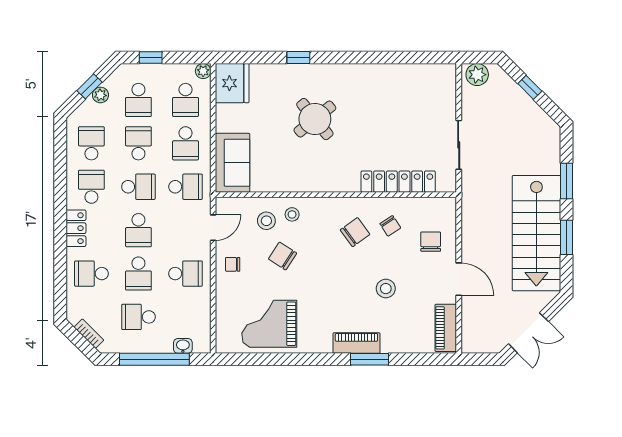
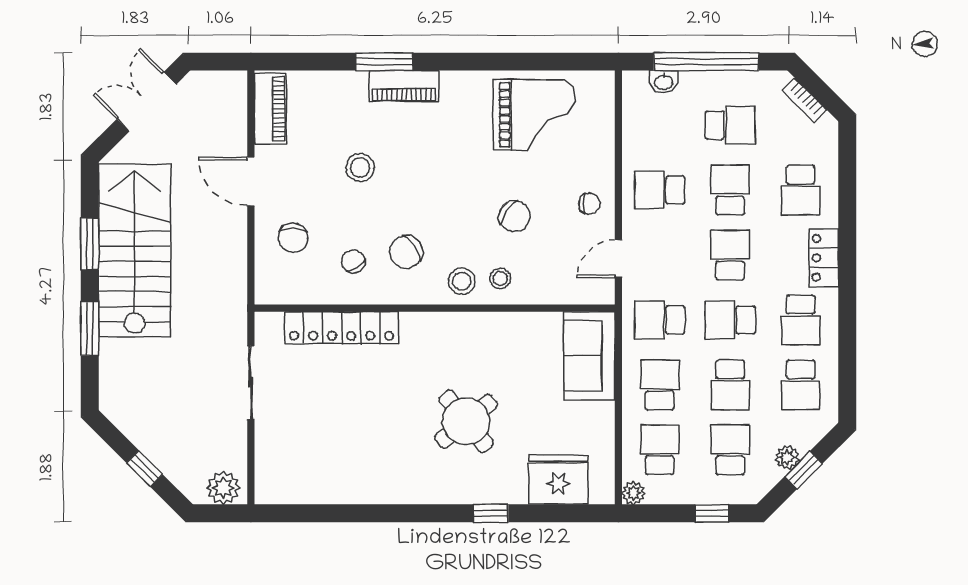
fridge: (232, 83) -> (558, 479), moved, turned 90
stool: (266, 221) -> (462, 281), moved
school desk: (91, 274) -> (801, 190), turned 90

